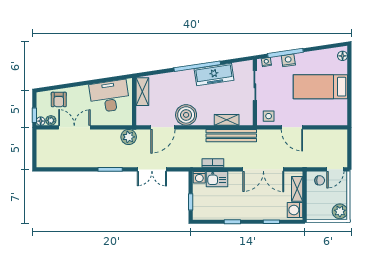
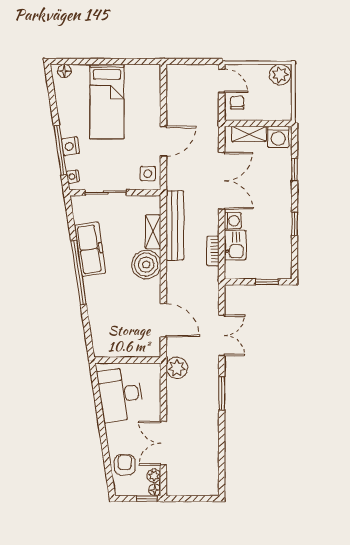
shelving: (142, 92) -> (114, 349), removed
armchair: (59, 99) -> (125, 465), turned -92
boiler: (186, 115) -> (146, 265), moved
washing machine: (199, 177) -> (233, 221), moved

